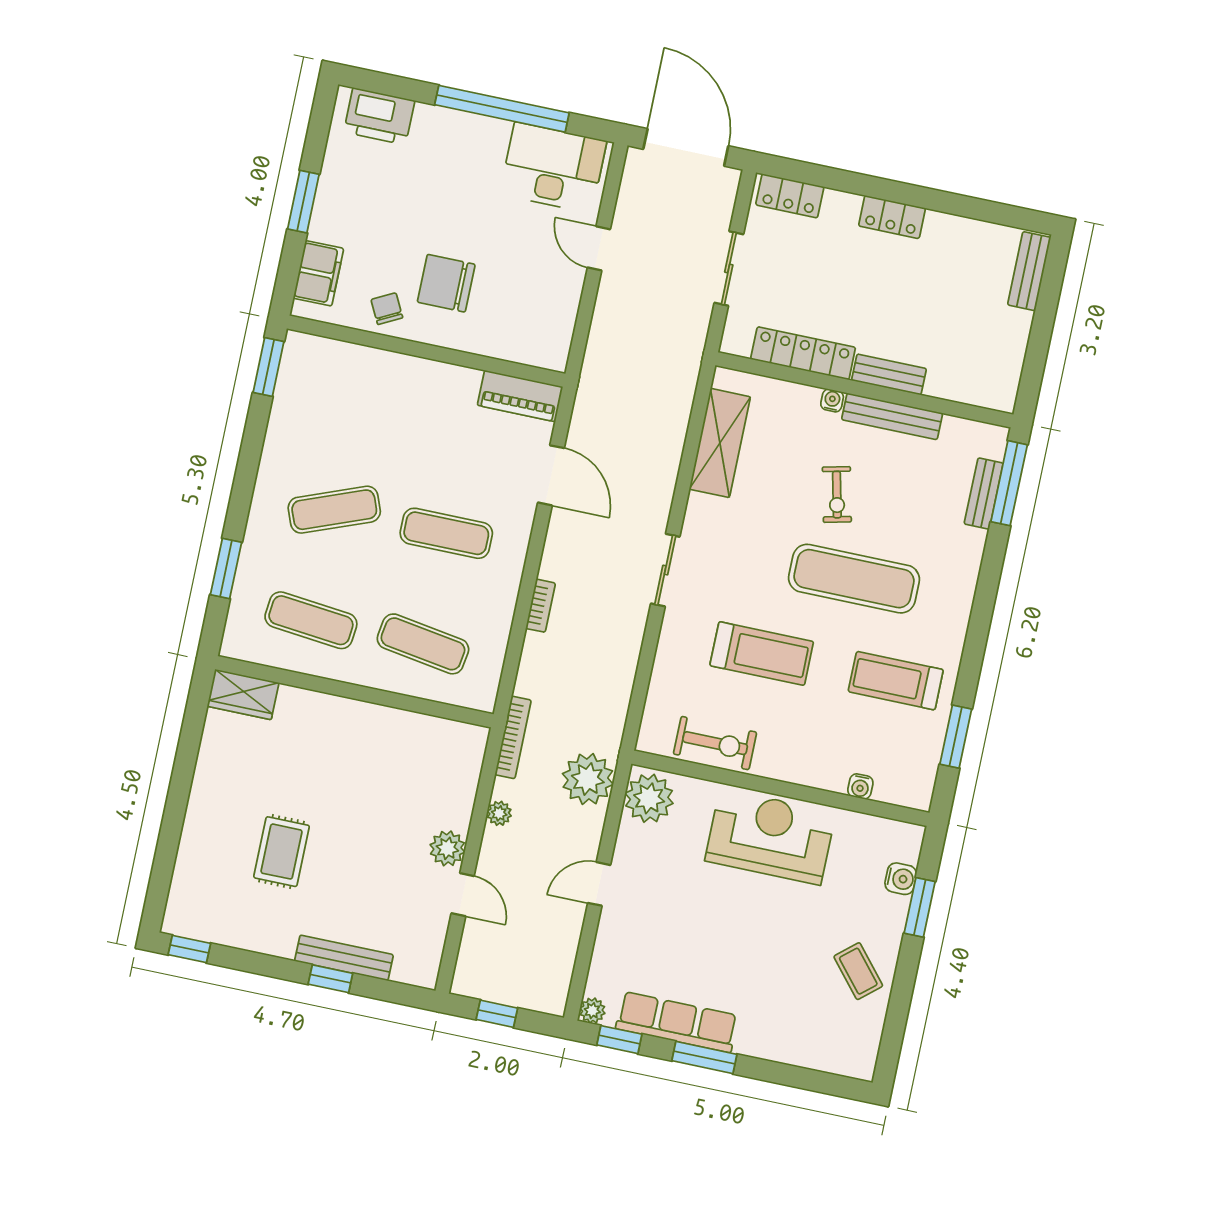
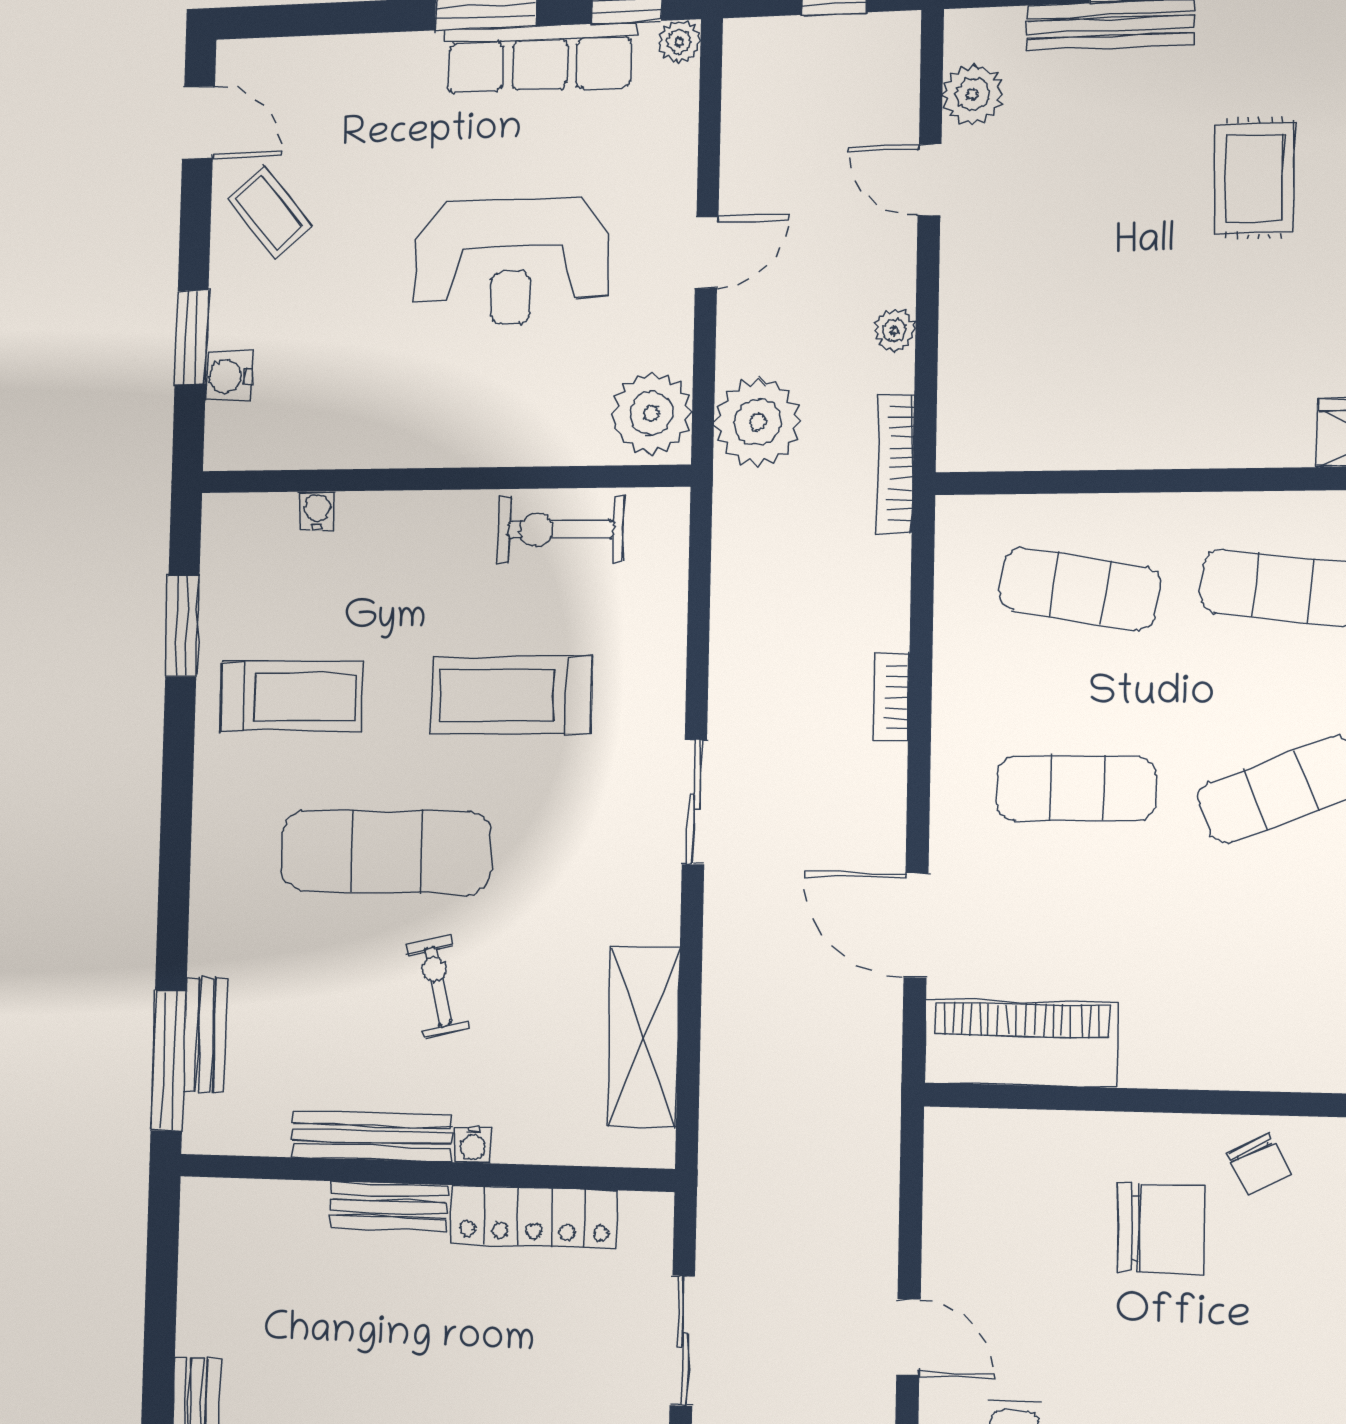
piano: (520, 396) -> (1021, 1043), width x1.37, depth x1.33
reception desk: (770, 837) -> (512, 261), moved
plant: (447, 848) -> (973, 94), moved
door: (893, 1036) -> (198, 123), added

